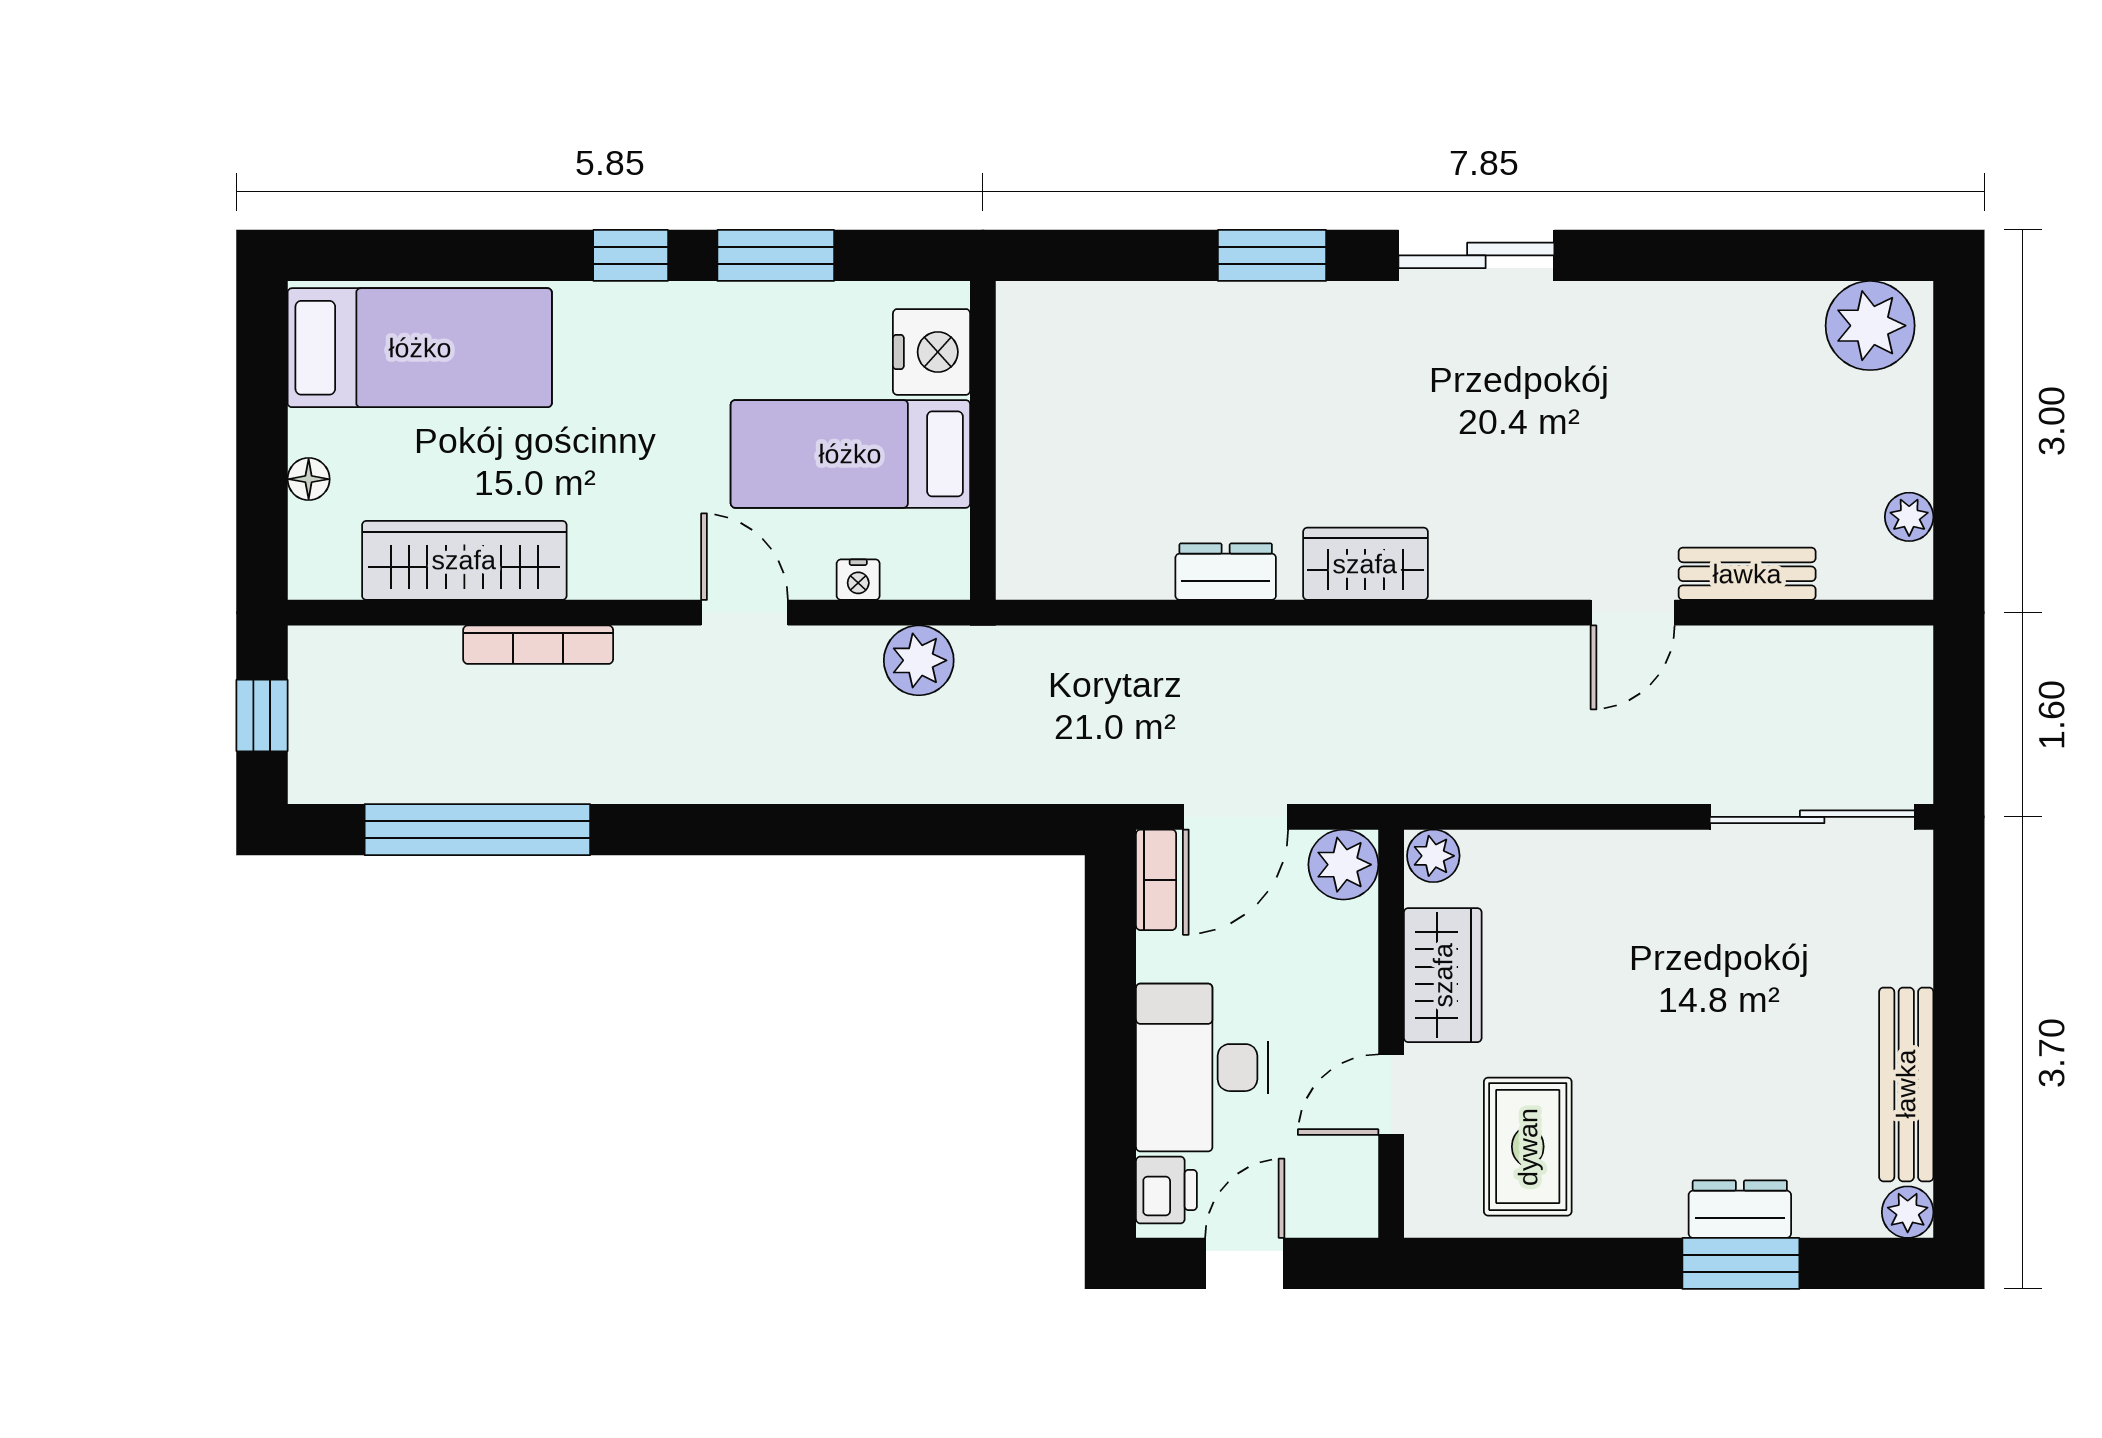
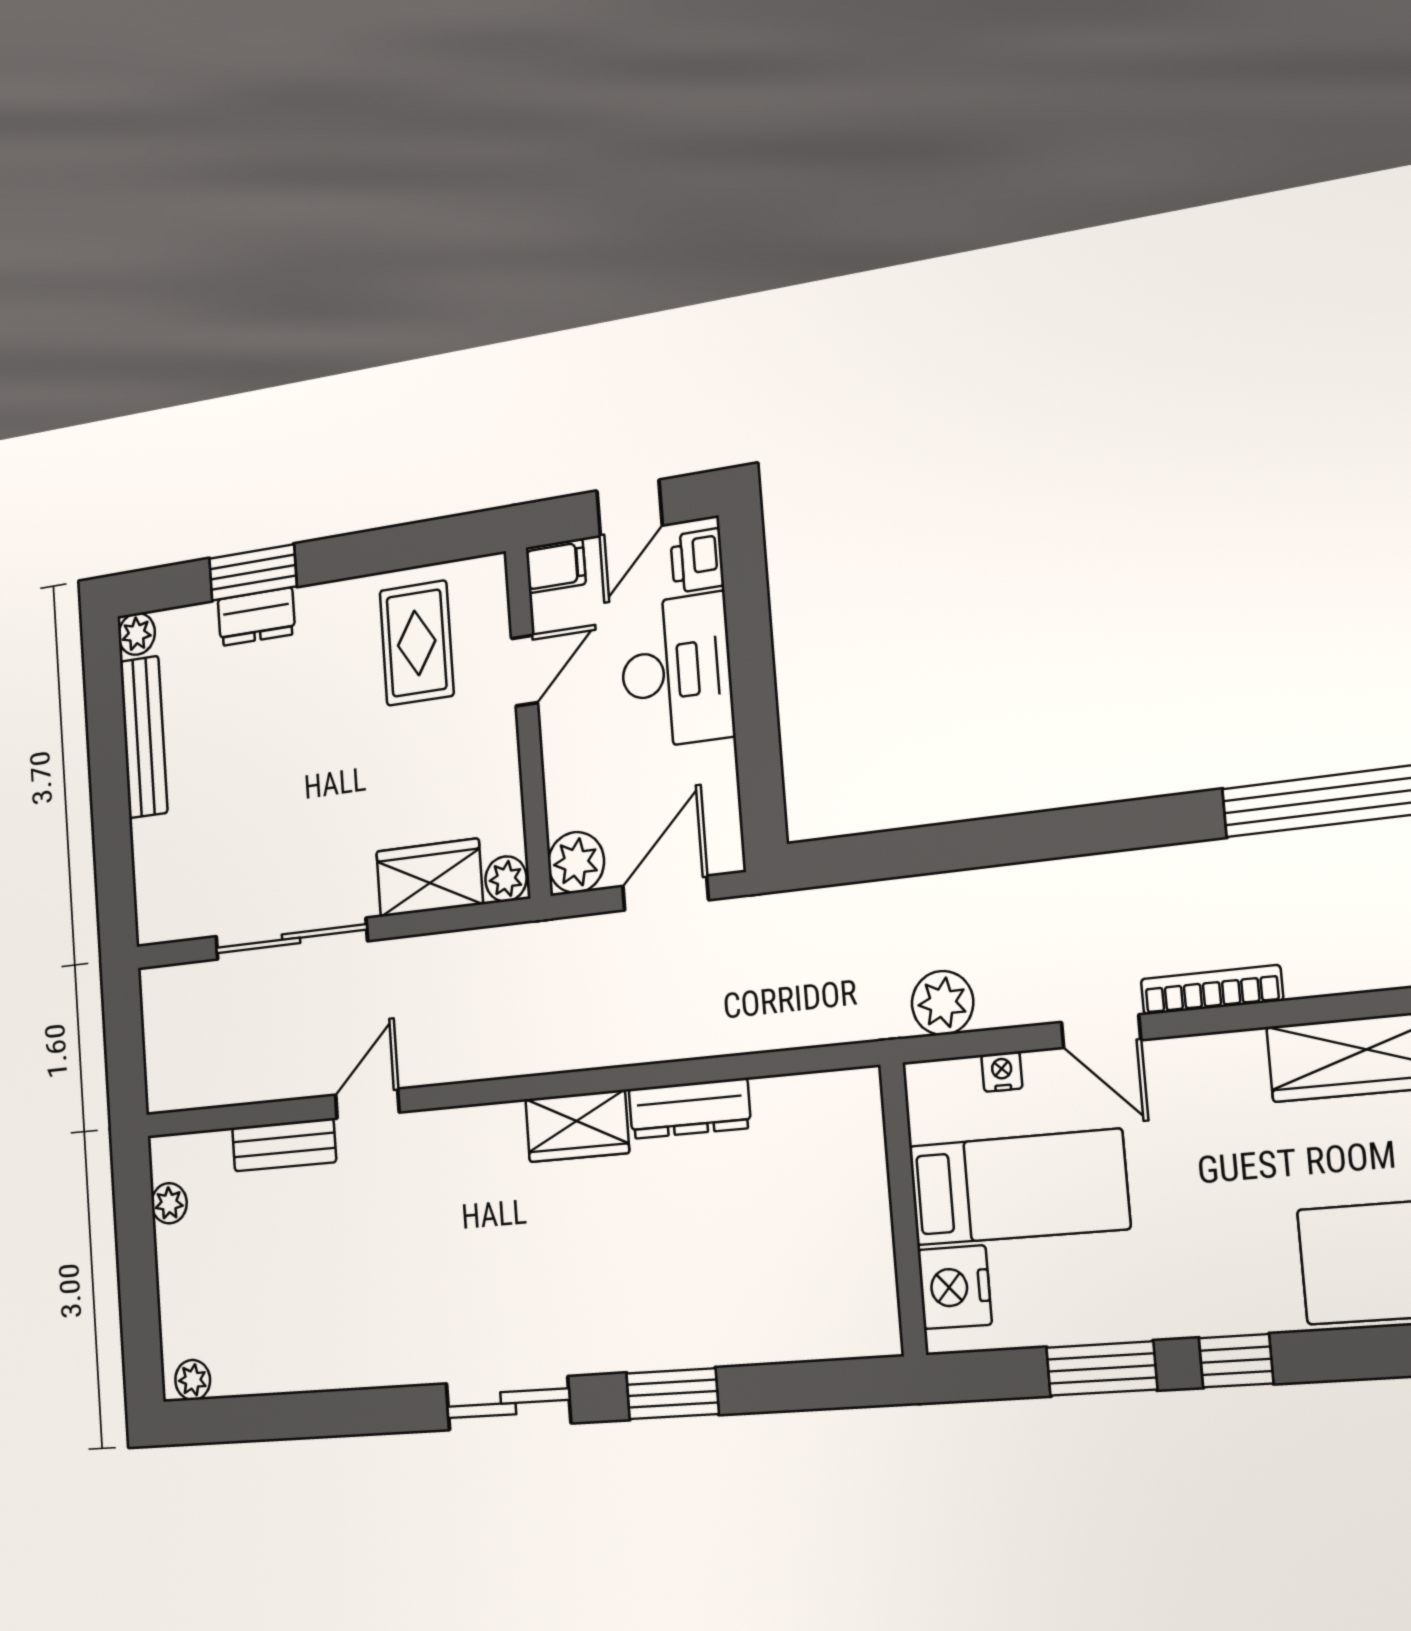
plant: (1870, 326) -> (193, 1380), width x0.53, depth x0.53
dresser: (1226, 572) -> (690, 1108), width x1.44
bookcase: (538, 645) -> (1212, 990), moved
sliding door: (1812, 817) -> (291, 939), moved
bookcase: (1156, 880) -> (726, 830), removed
wardrobe: (1443, 975) -> (429, 878), moved, turned 90
filing cabinet: (1342, 1211) -> (556, 566), added

